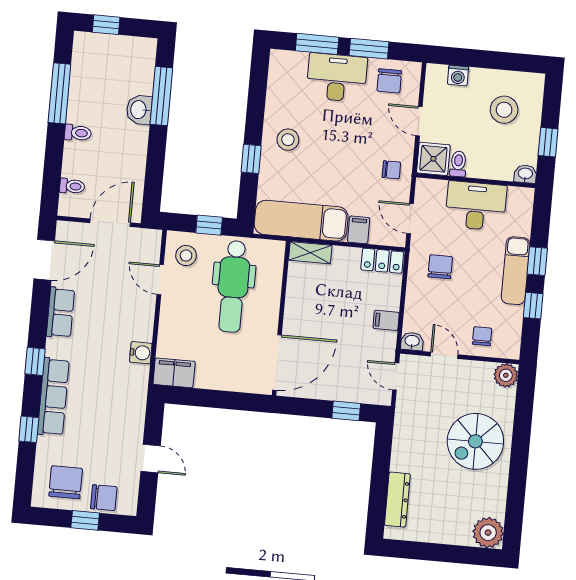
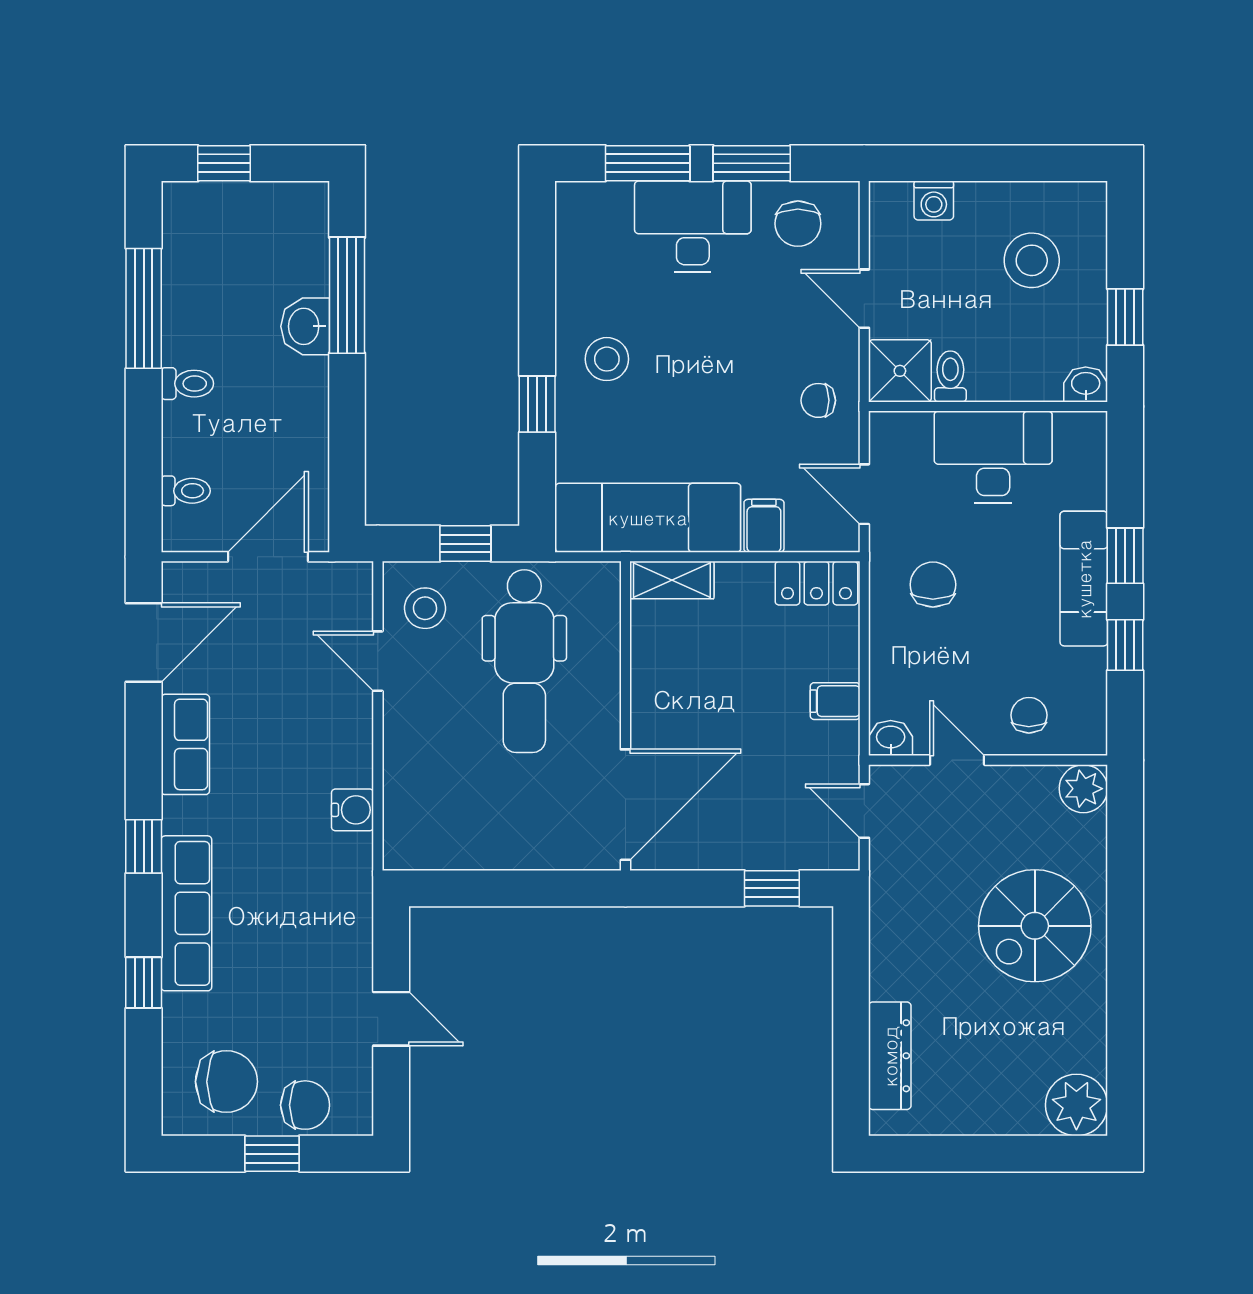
chair: (391, 170) -> (818, 400), turned 180
filing cabinet: (174, 373) -> (422, 844), removed
chair: (66, 482) -> (226, 1082), turned 90

